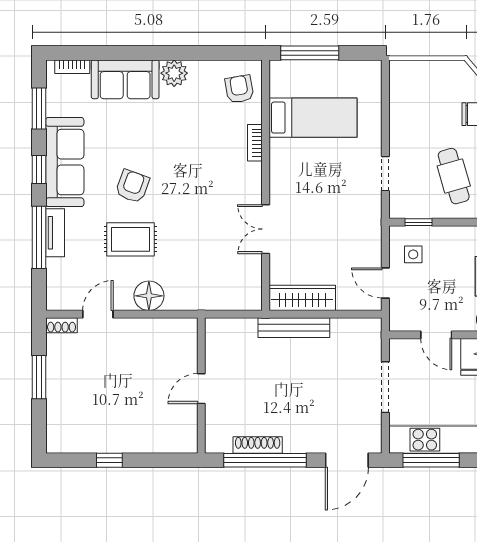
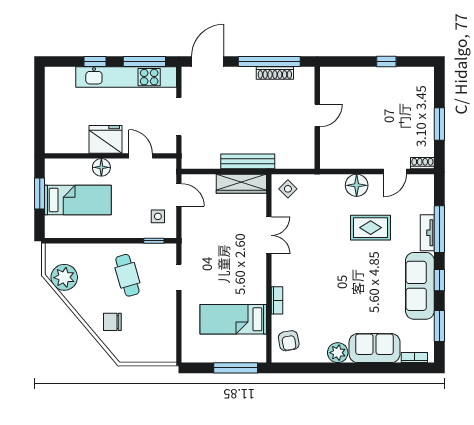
armchair: (132, 186) -> (369, 268), removed
side table: (240, 291) -> (288, 189), added

